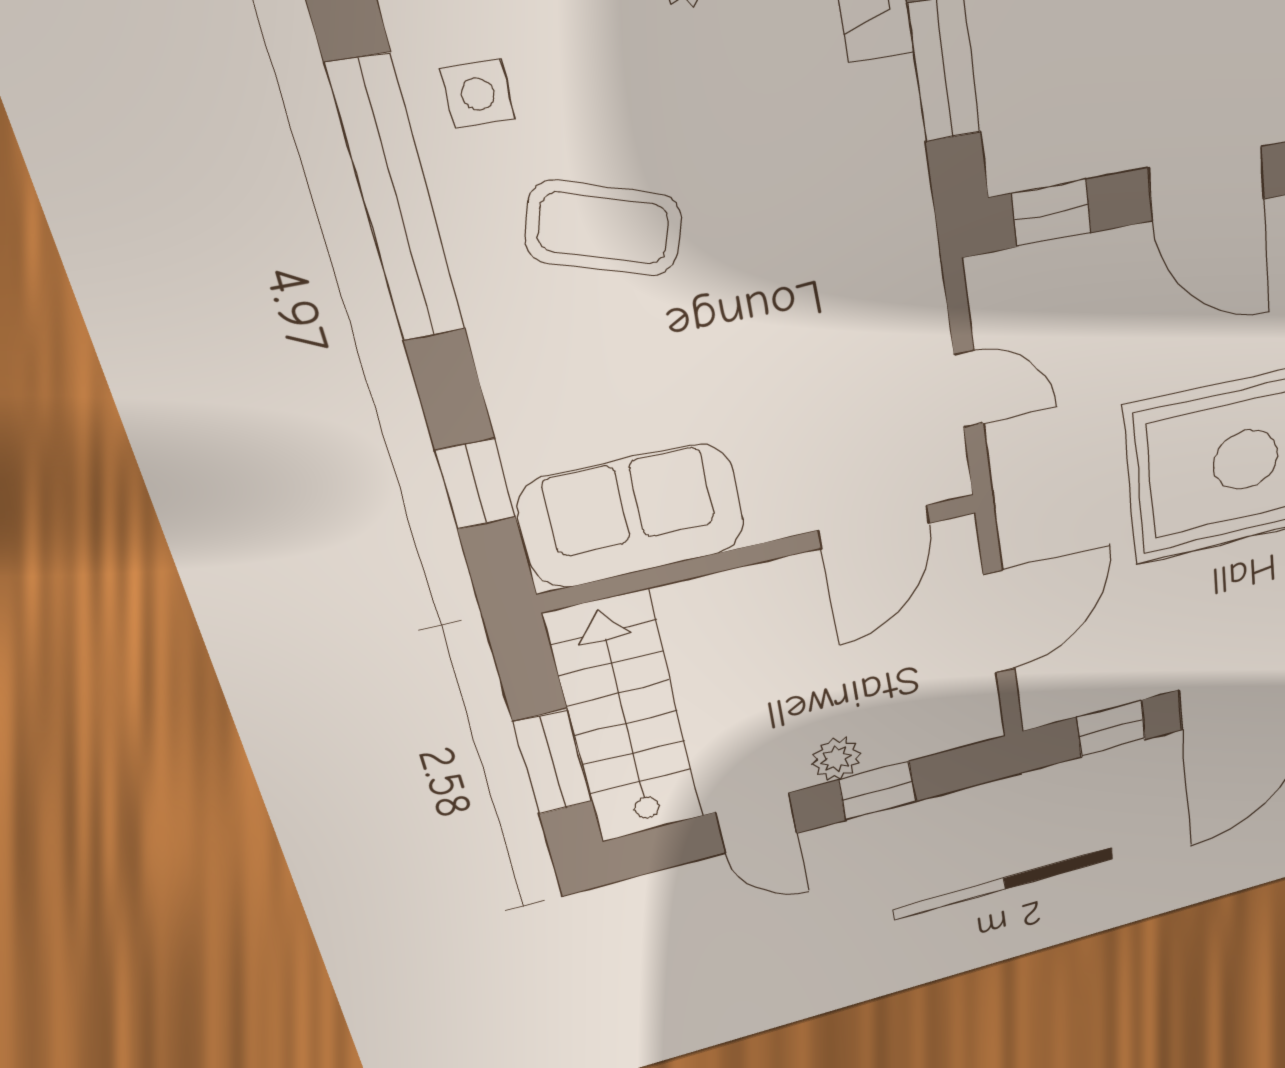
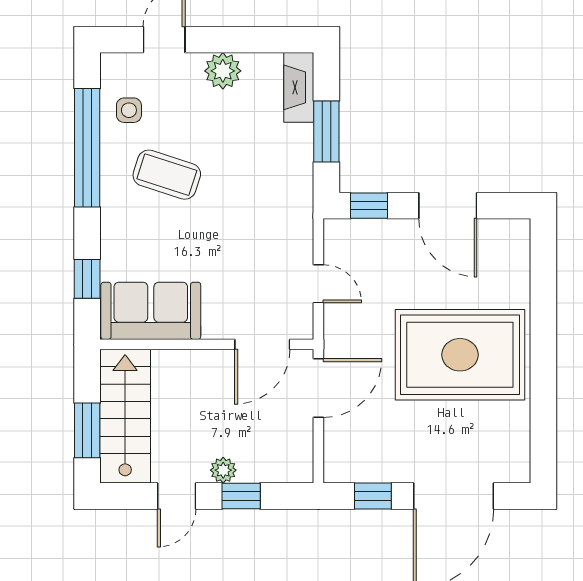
door: (999, 622) -> (318, 388), moved
door: (757, 823) -> (177, 496), hinge flipped

